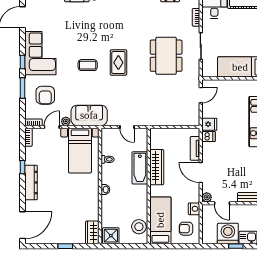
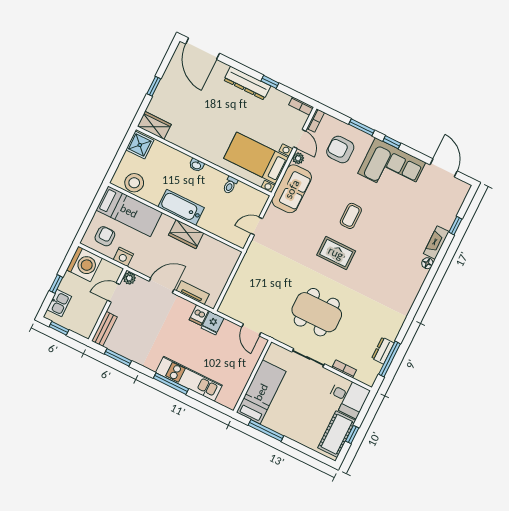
wardrobe: (157, 167) -> (186, 234), width x0.67
bathtub: (140, 168) -> (181, 207), moved
washing machine: (228, 233) -> (84, 264), moved

